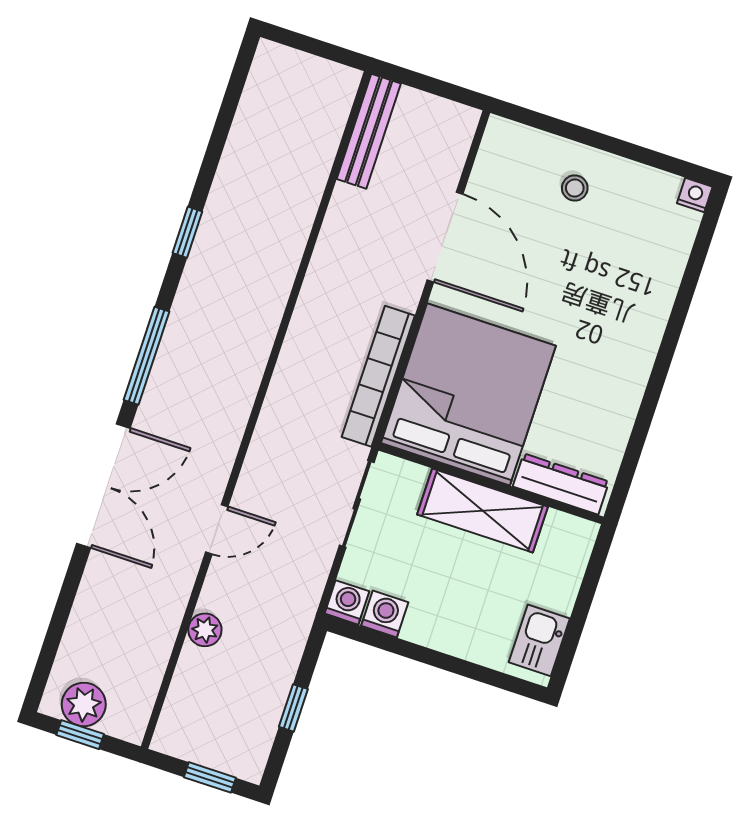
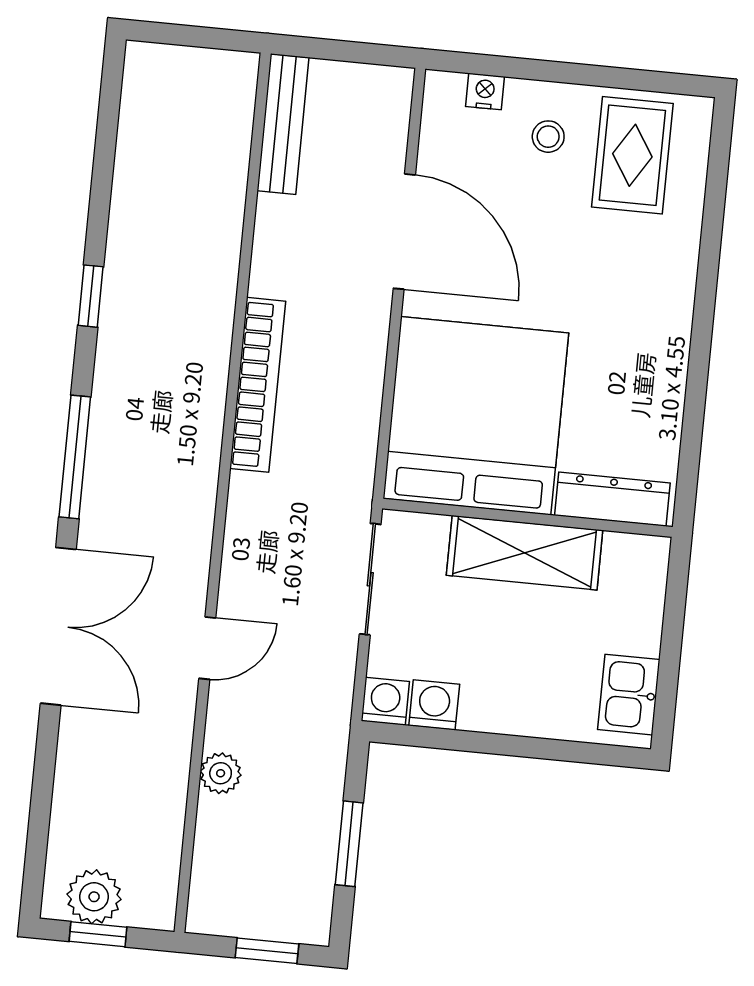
nightstand: (695, 195) -> (485, 91), moved
rug: (638, 218) -> (632, 155), added
bookcase: (378, 376) -> (258, 385), moved, turned 180
window: (293, 708) -> (349, 844), width x1.50

